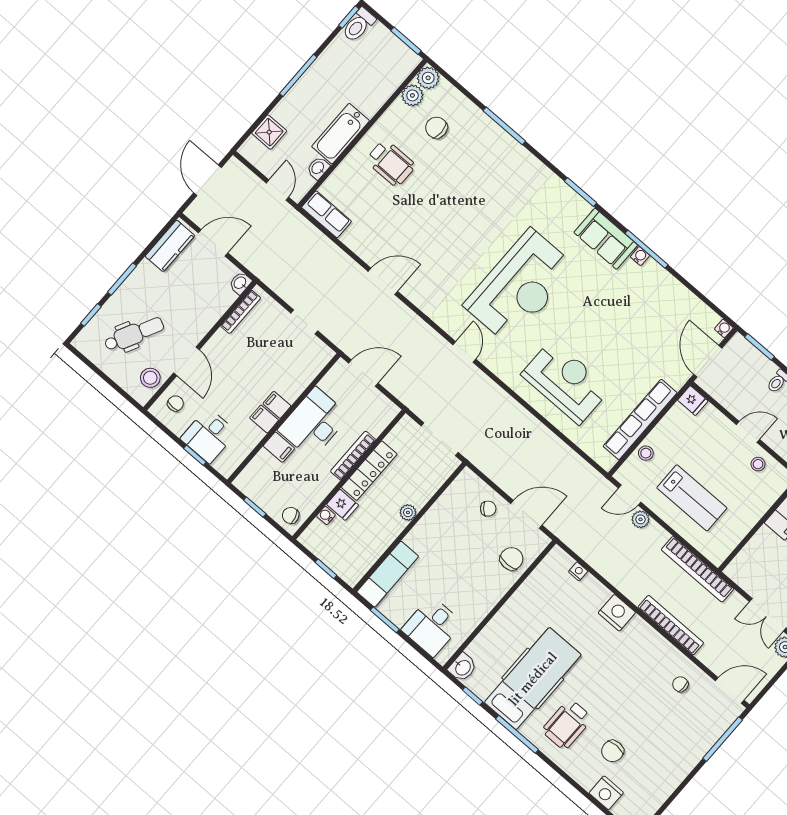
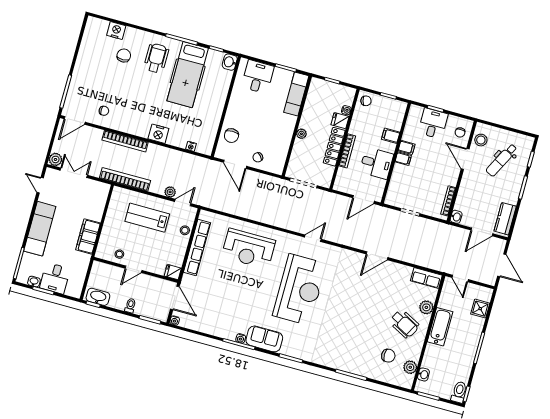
plant: (428, 78) -> (426, 307), moved
wheelchair: (391, 163) -> (404, 324), turned -152
washbasin: (318, 168) -> (423, 374), moved
reception desk: (520, 286) -> (299, 290), turned 180
door: (464, 352) -> (313, 238), swing flipped
desk: (314, 423) -> (377, 163), width x0.73
door: (526, 514) -> (235, 164), hinge flipped

